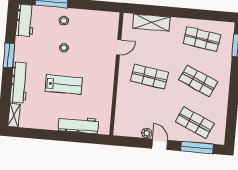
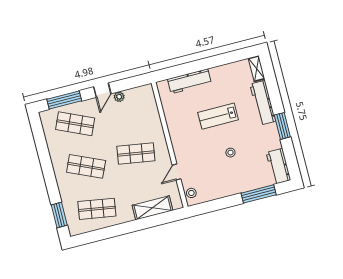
stool: (64, 21) -> (191, 193), moved
door: (160, 144) -> (102, 90), hinge flipped

